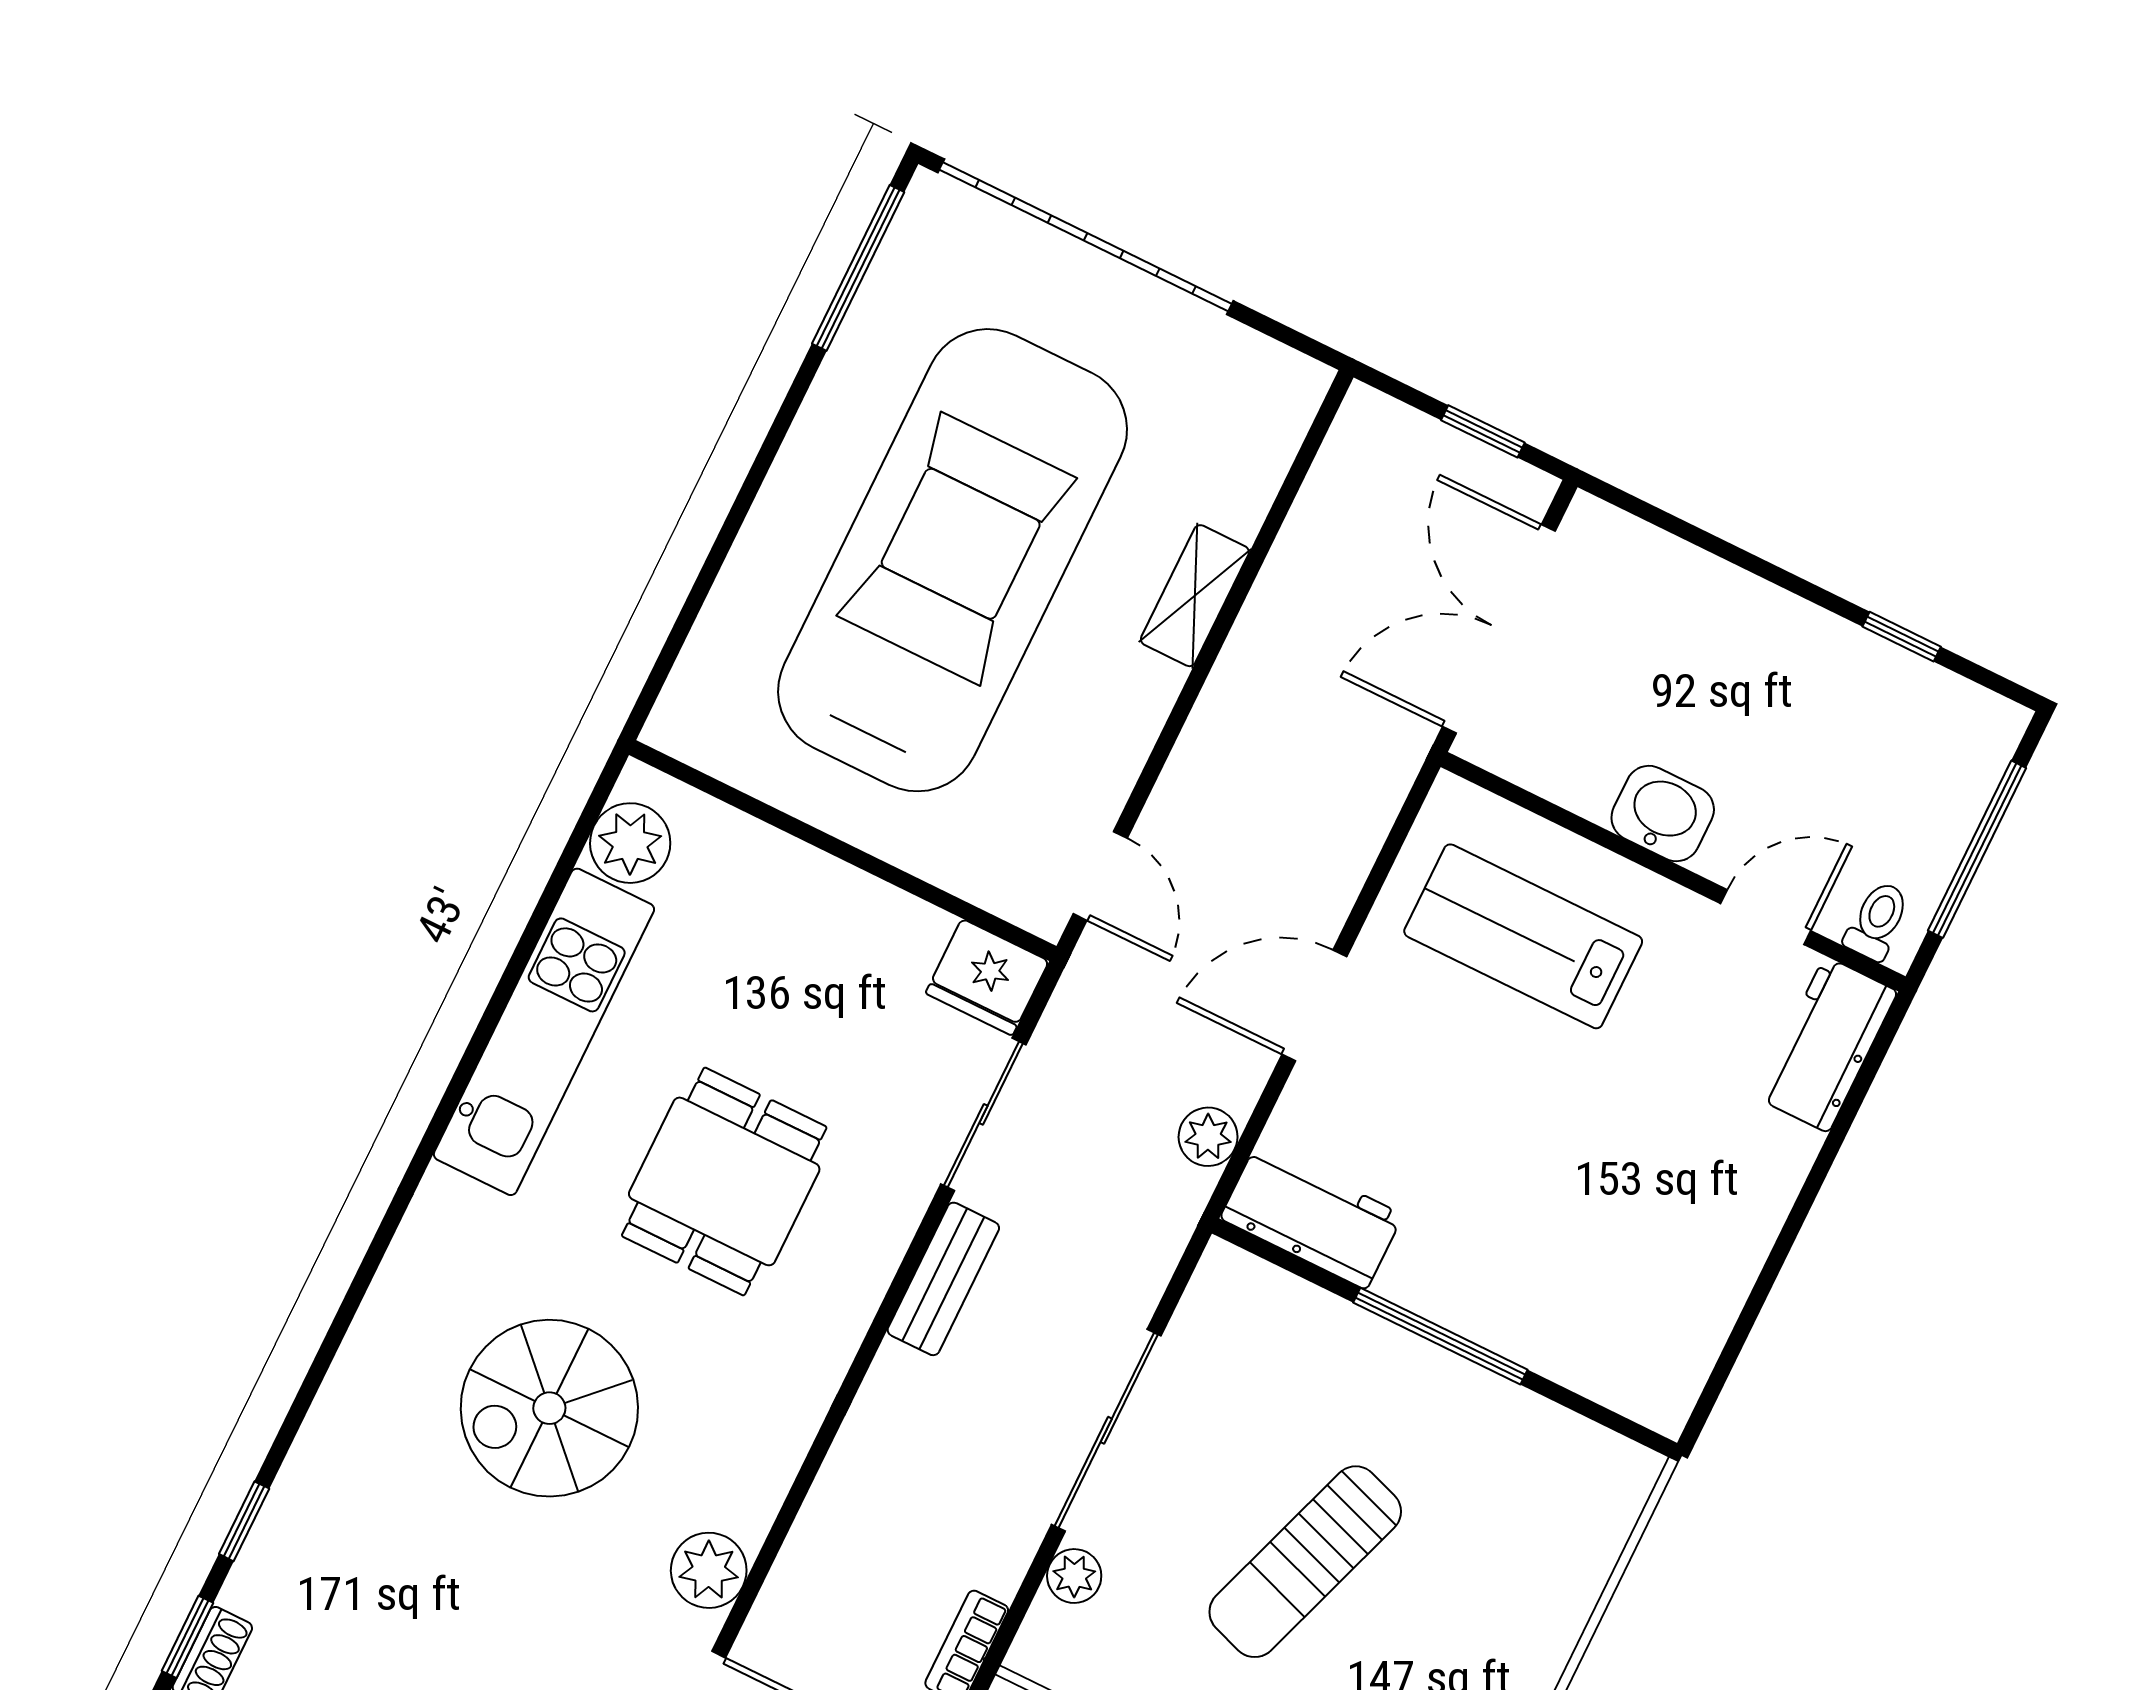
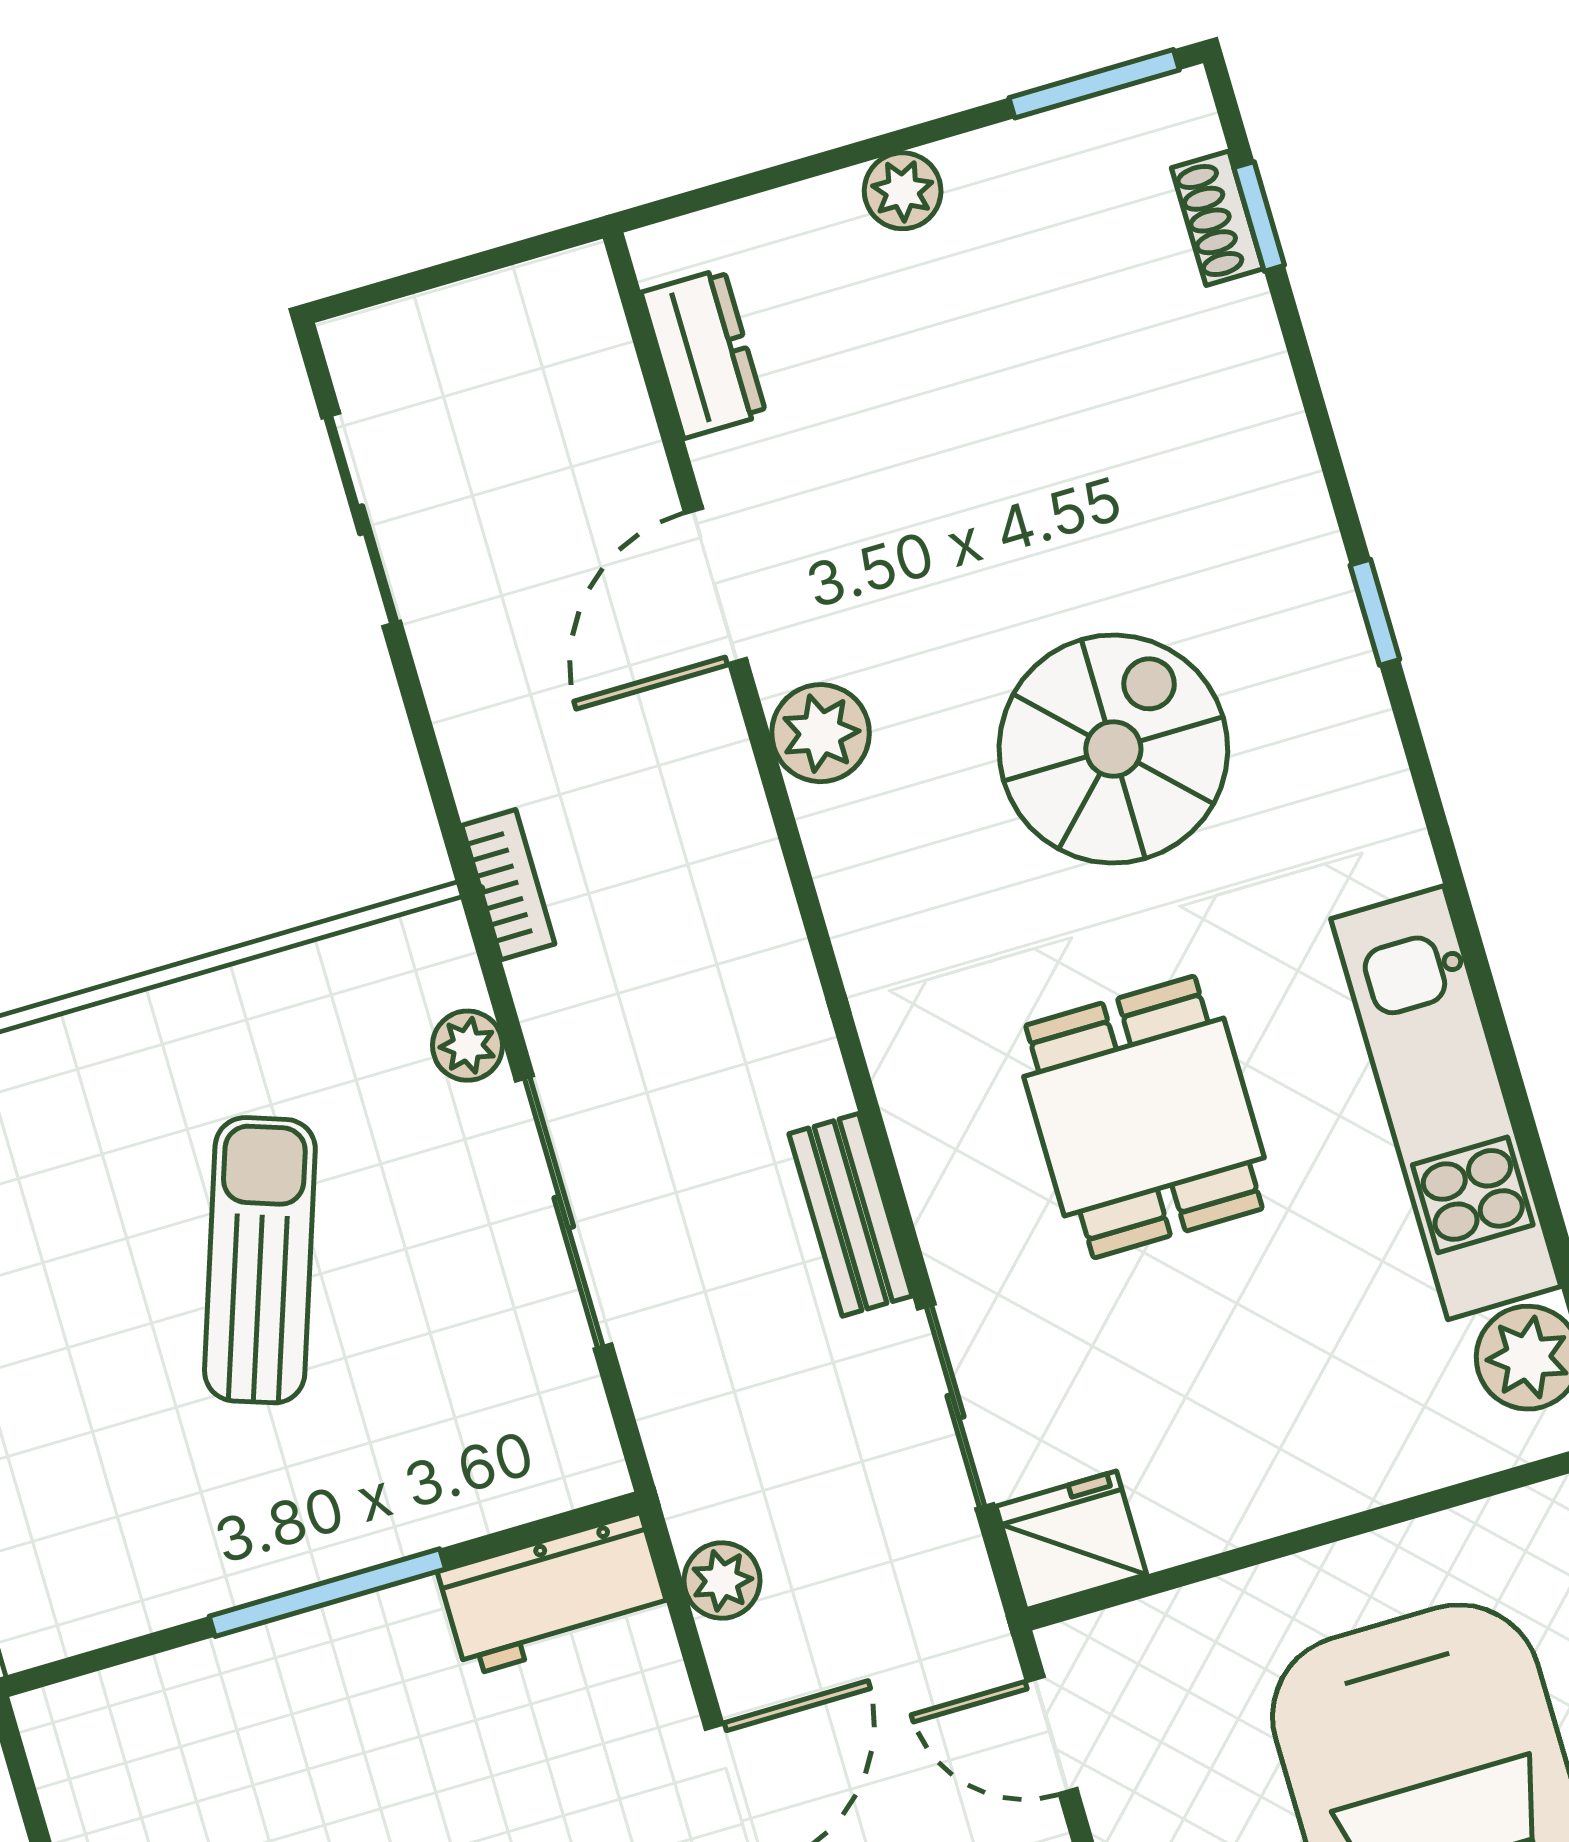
window: (244, 1521) -> (1375, 612), moved

